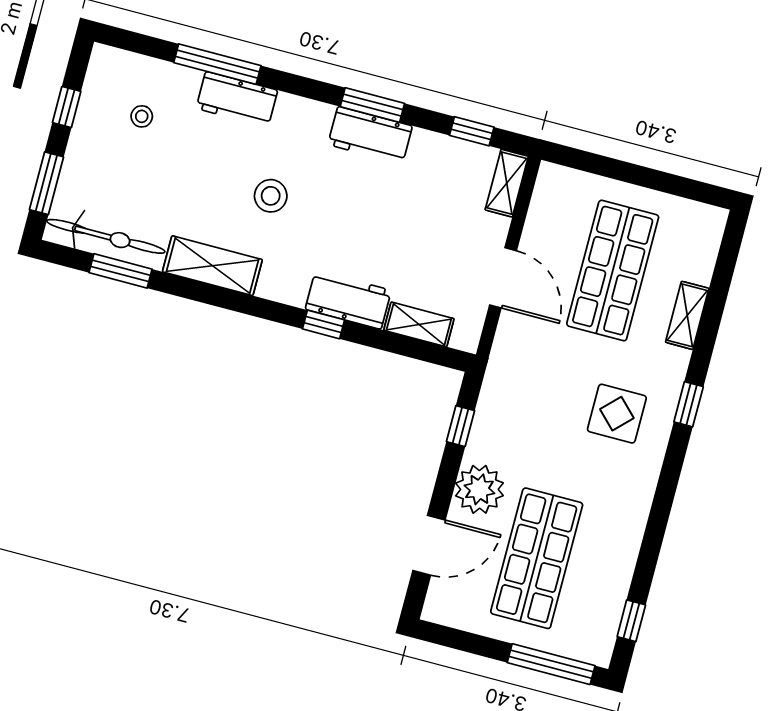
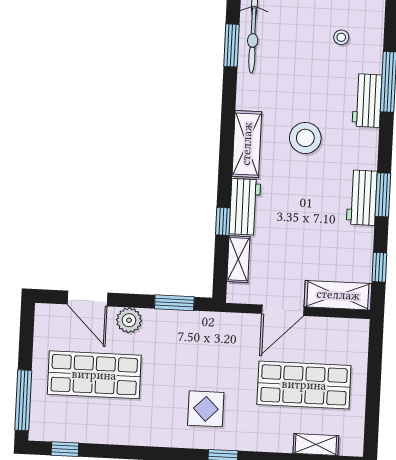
shelving: (507, 183) -> (338, 295), width x1.50, depth x1.33
stool: (271, 196) -> (305, 138), width x1.38, depth x1.38
shelving: (212, 266) -> (247, 144), moved
shelving: (687, 315) -> (316, 445), moved
window: (323, 324) -> (223, 221), moved
window: (460, 426) -> (174, 303), width x1.50
plant: (479, 489) -> (129, 320), width x0.73, depth x0.73

